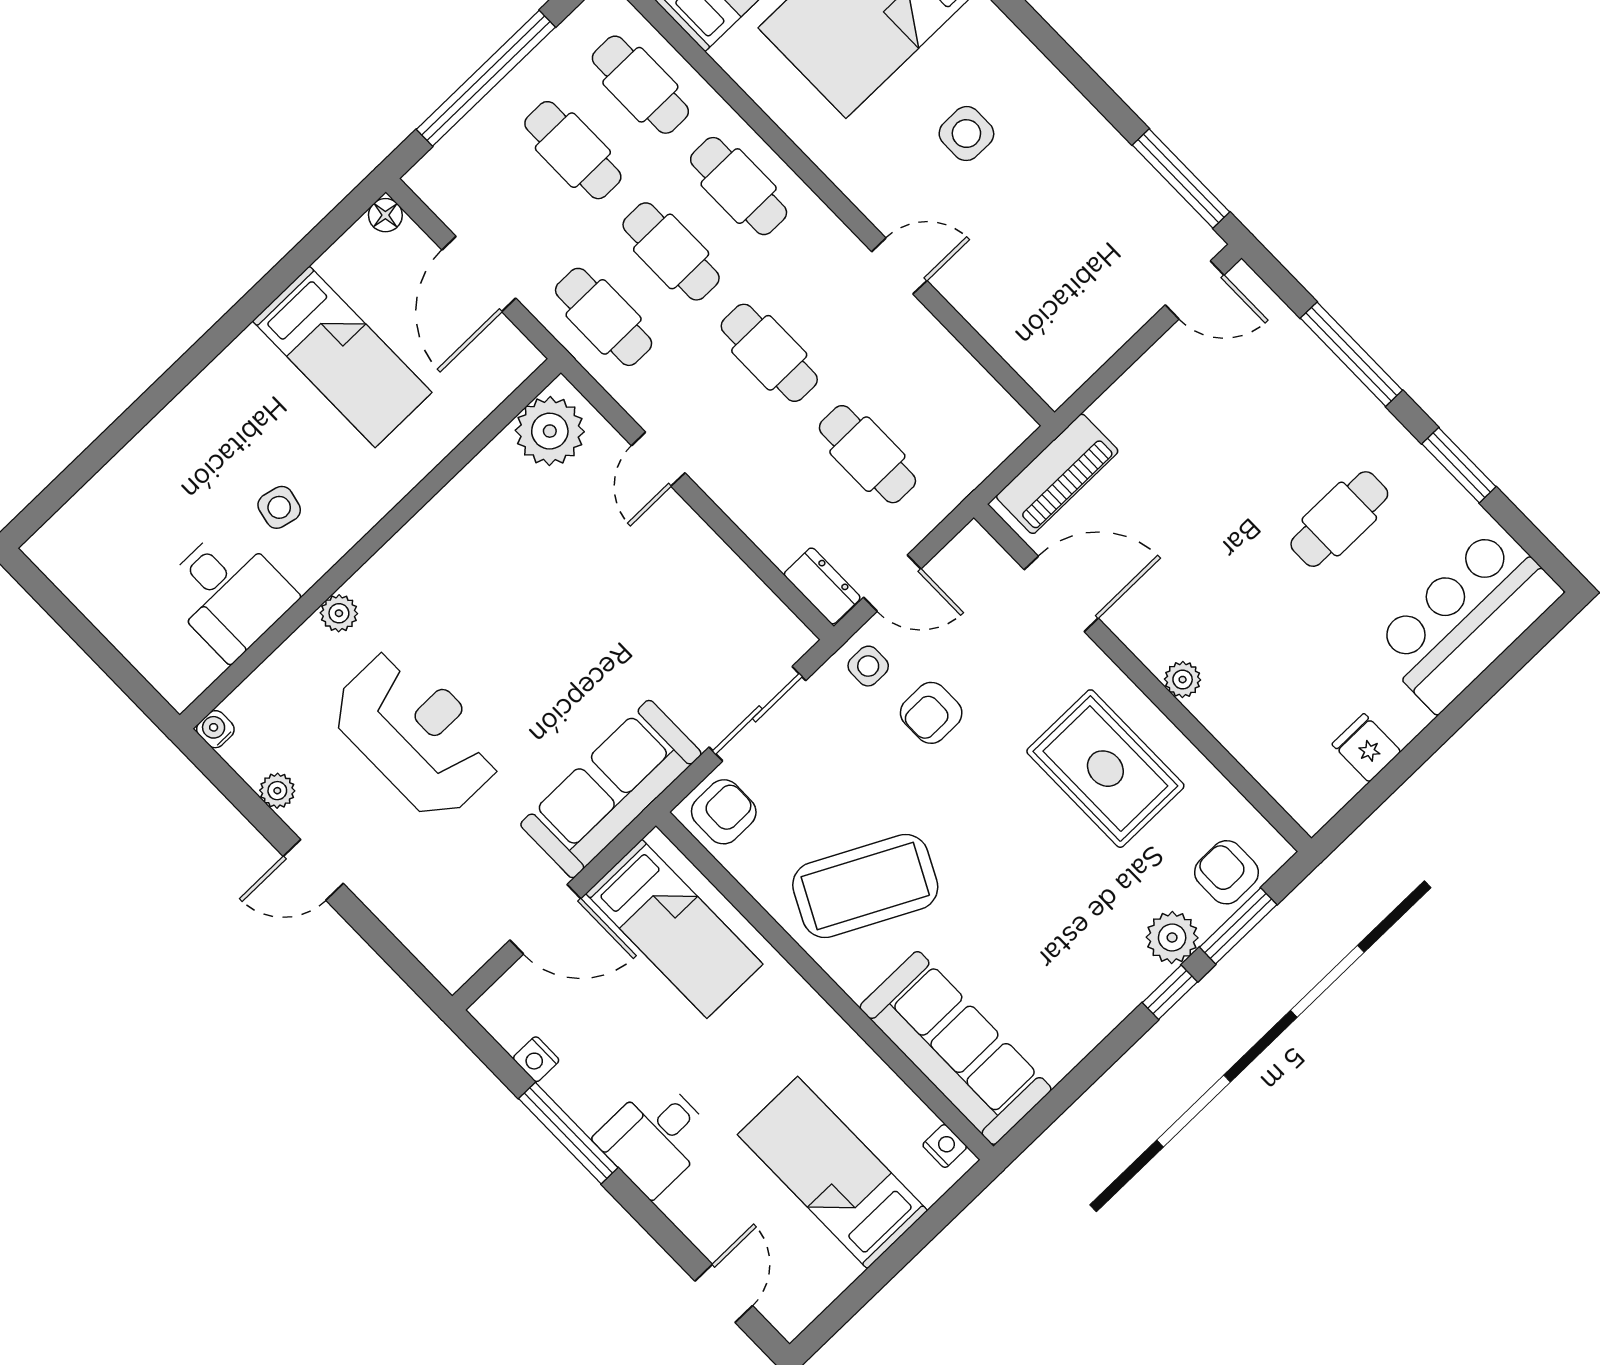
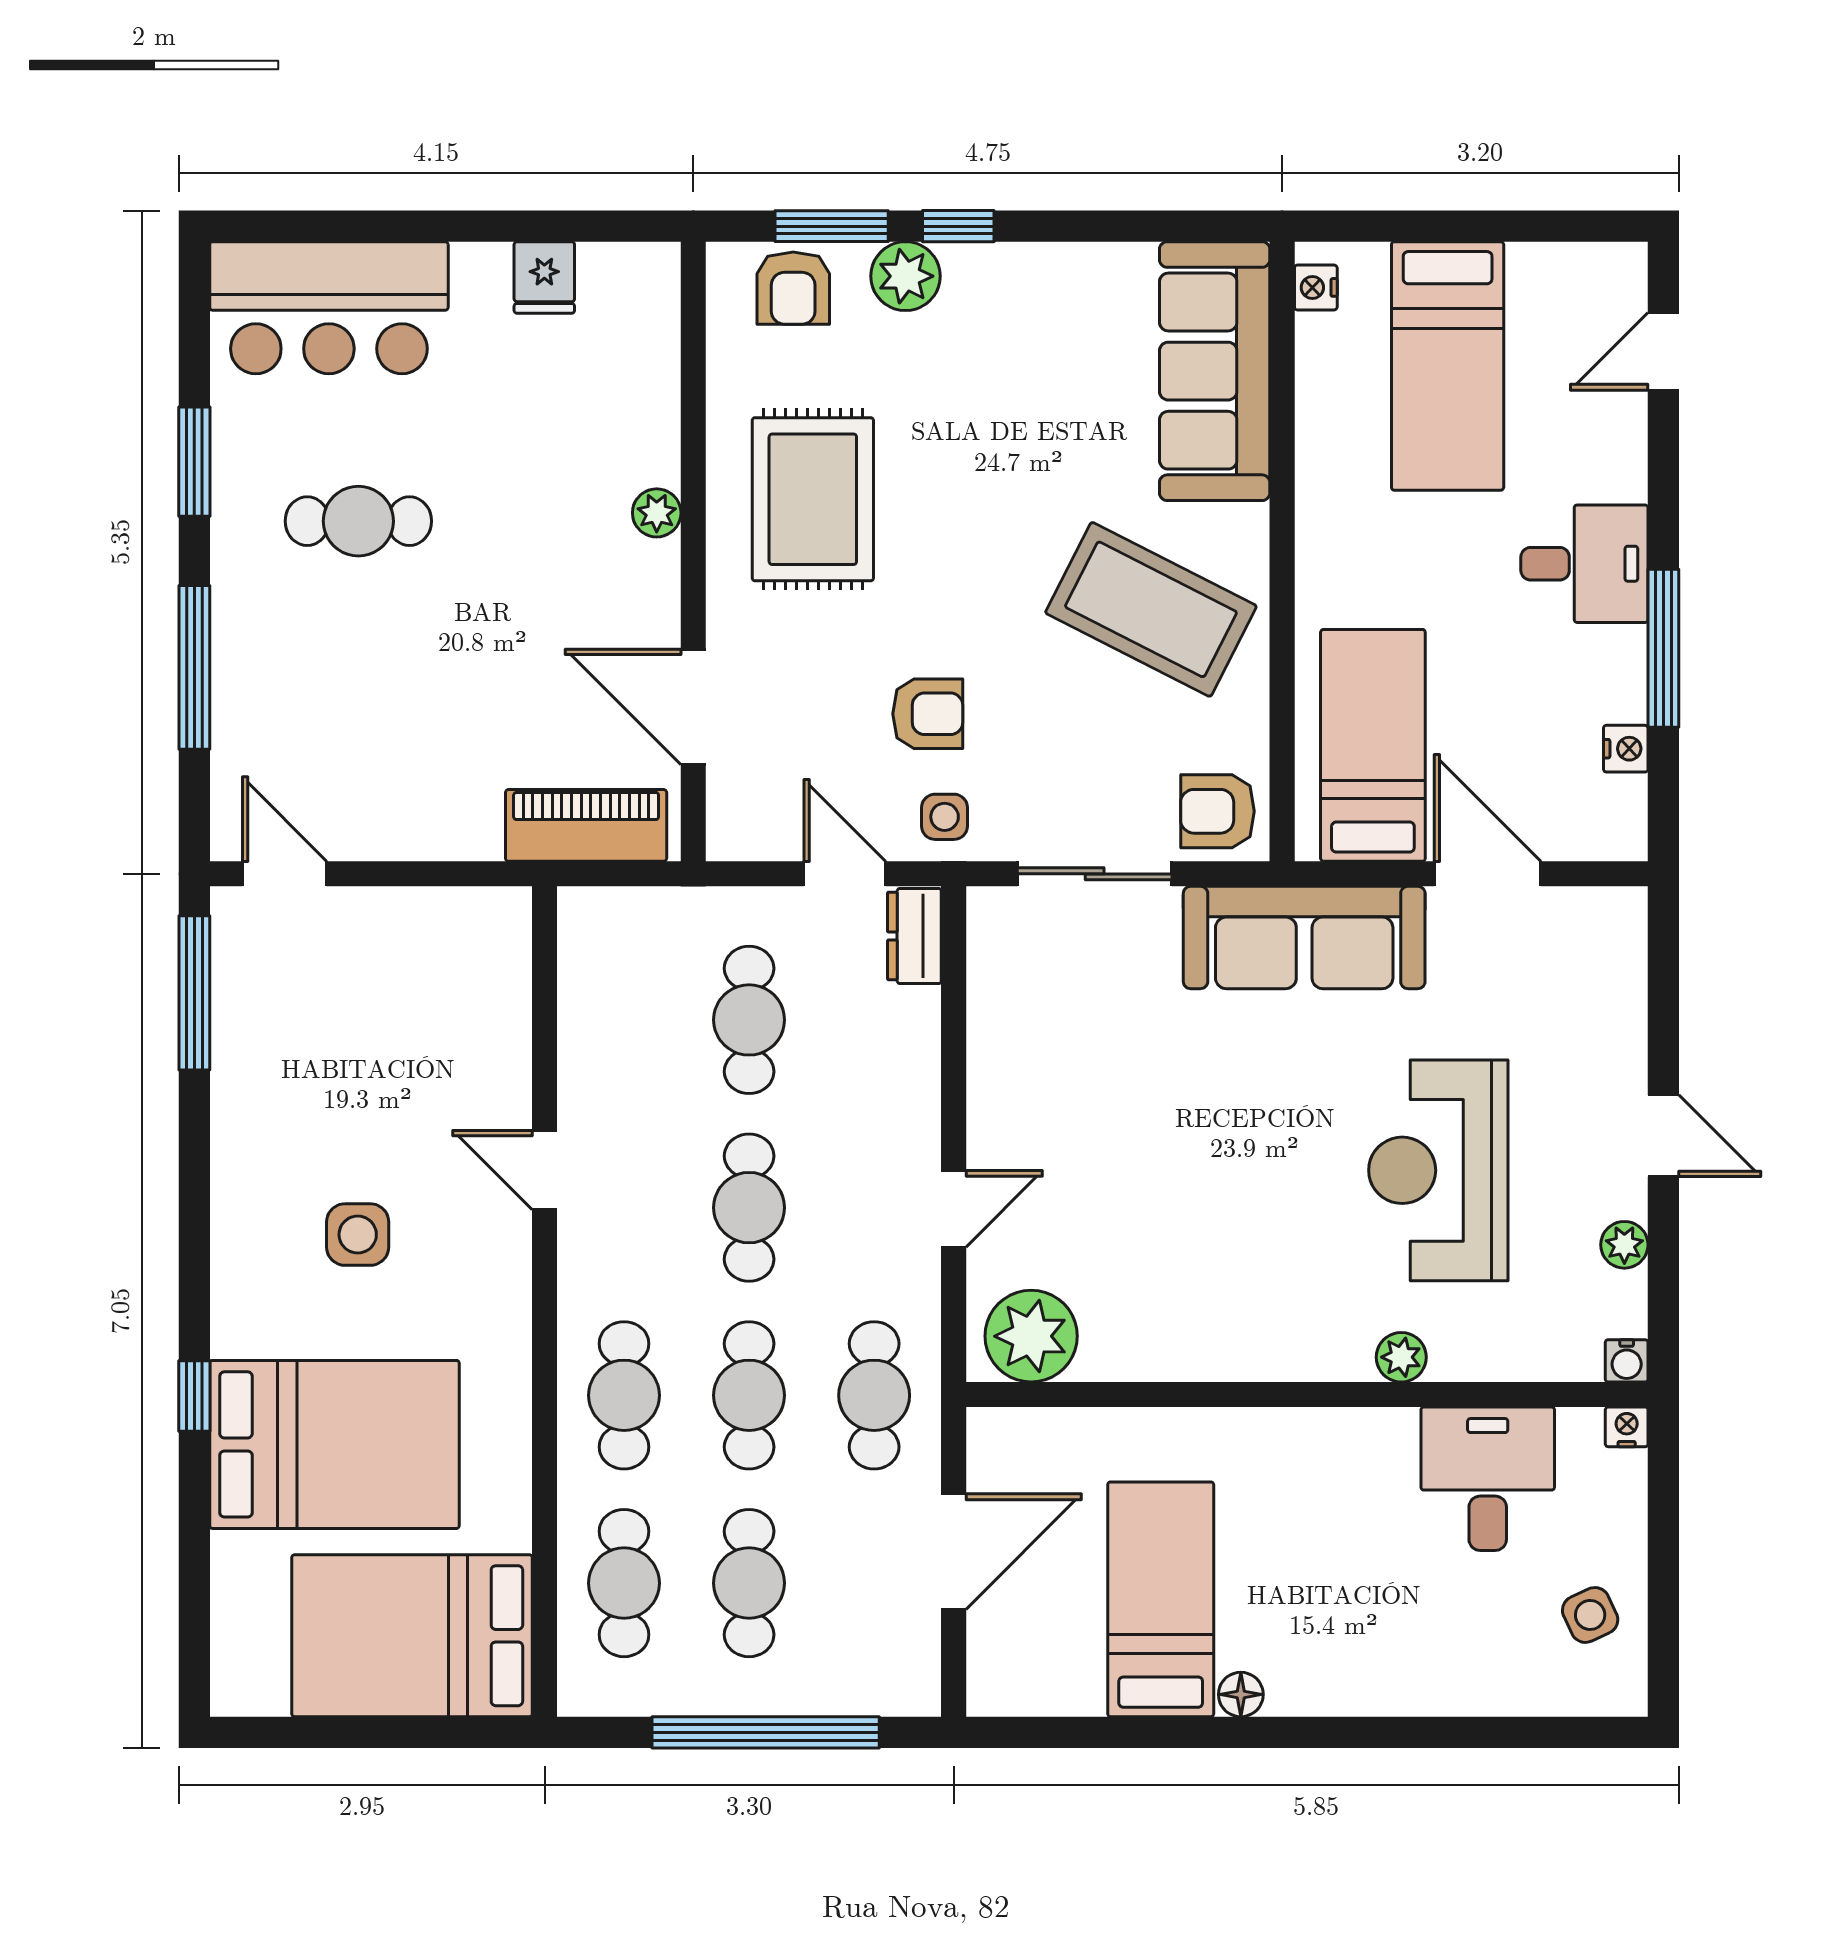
floor lamp: (385, 215) -> (1241, 1694), moved
side table: (279, 507) -> (1590, 1615), moved, turned -38
nightstand: (181, 694) -> (1627, 1427), added

